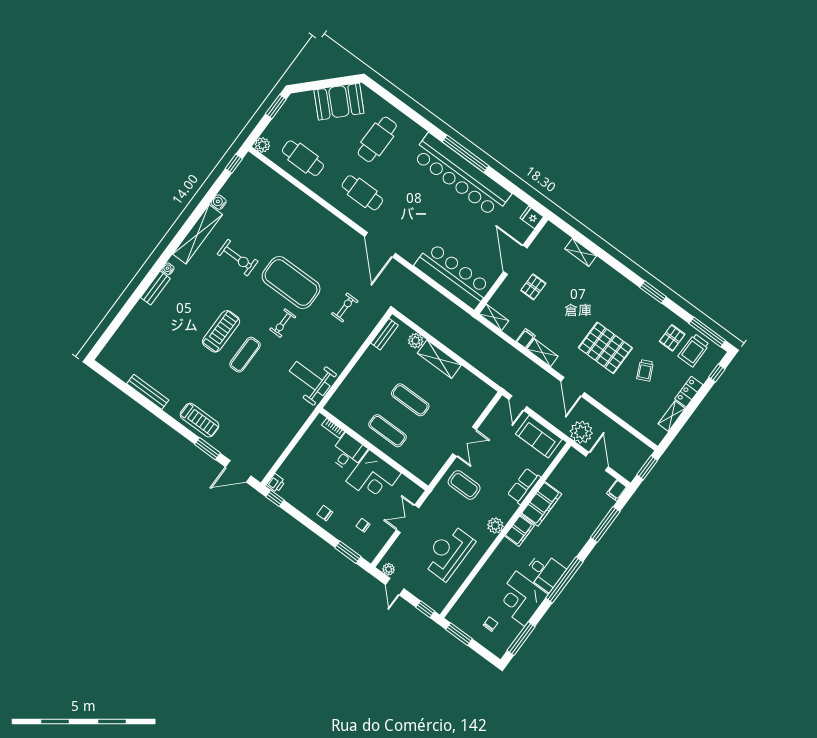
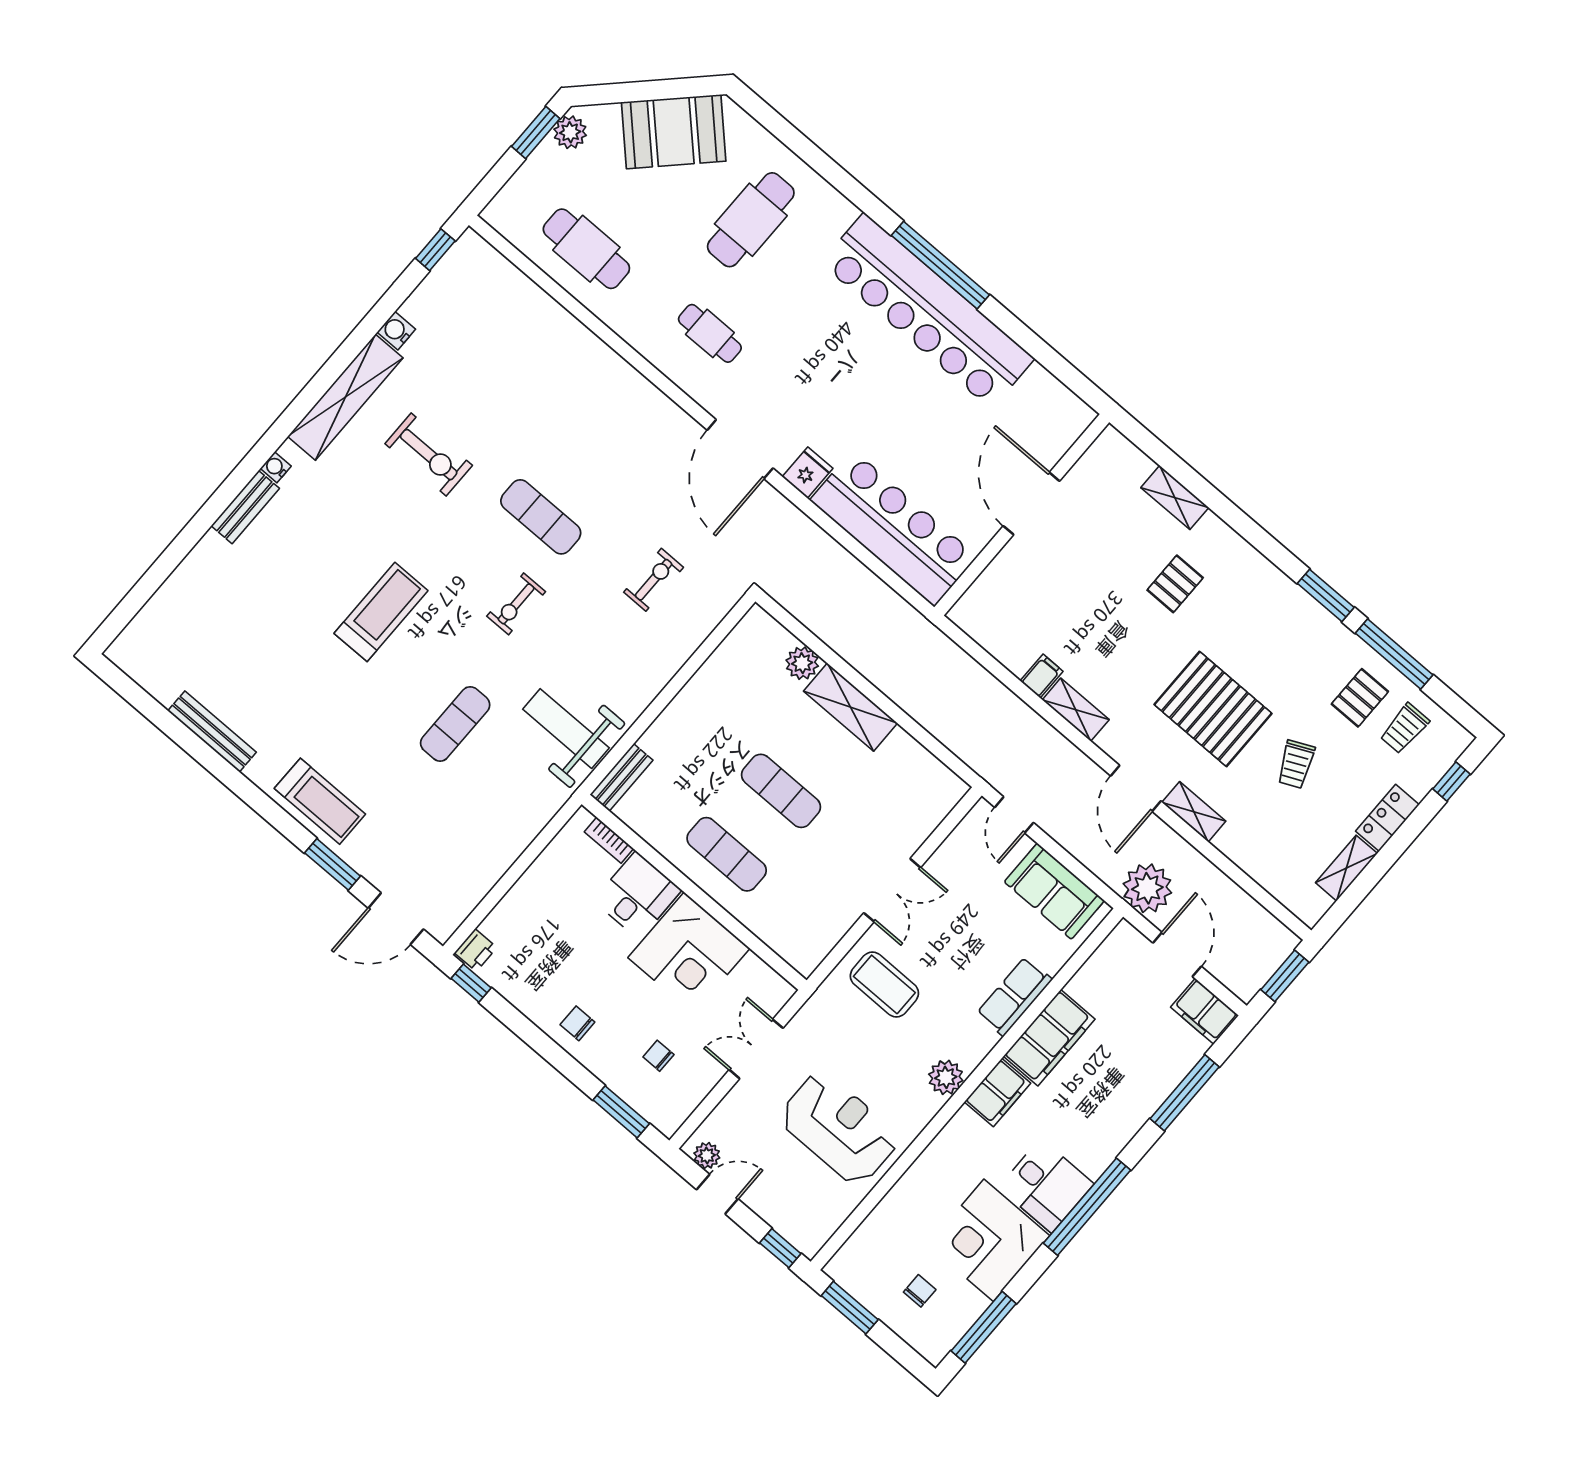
plant: (262, 145) -> (570, 132), moved
cafe table: (362, 193) -> (710, 333), width x0.73, depth x0.74
fridge: (532, 217) -> (808, 473), moved, turned 90
exercise mat: (291, 282) -> (541, 517), width x0.50, depth x0.69
pallet: (533, 287) -> (1175, 584), moved
shelving: (494, 317) -> (1194, 812), moved
window: (707, 332) -> (1394, 654), moved
bench: (385, 334) -> (621, 777), moved
trolley: (694, 350) -> (1405, 728), width x0.73, depth x0.72
exercise mat: (245, 355) -> (455, 724), moved
filing cabinet: (617, 490) -> (1205, 1011), width x2.00
reception desk: (448, 552) -> (839, 1128), turned 90
door: (395, 587) -> (717, 1194), swing flipped

